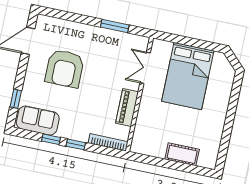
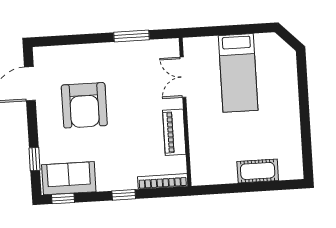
bed: (188, 76) -> (238, 73), width x0.67
window: (51, 139) -> (63, 199), moved

